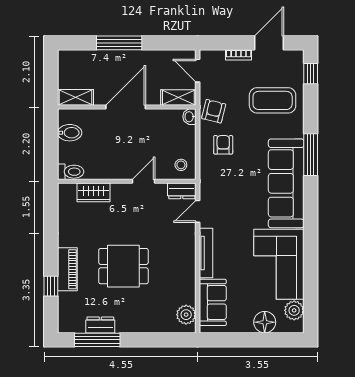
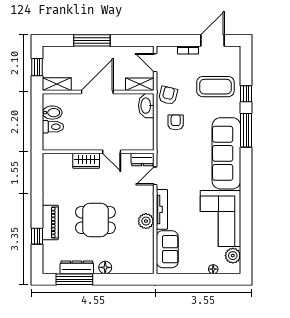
window: (311, 74) -> (246, 94), moved
window: (51, 76) -> (37, 67), added
washbasin: (189, 117) -> (146, 106), width x1.91, depth x1.45
stool: (181, 165) -> (142, 138), removed
toilet: (71, 172) -> (53, 127), moved
door: (144, 181) -> (112, 152), swing flipped
wardrobe: (93, 192) -> (86, 161), moved
plant: (186, 315) -> (146, 221), moved
floor lamp: (265, 322) -> (213, 269), width x0.53, depth x0.53
dresser: (100, 325) -> (77, 267), width x1.44
floor lamp: (136, 325) -> (105, 267), added

